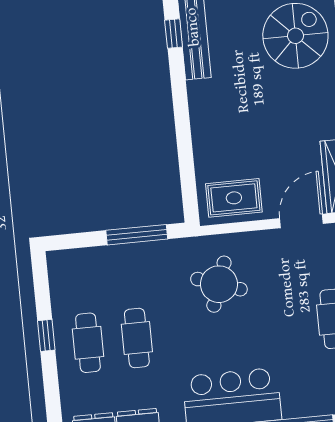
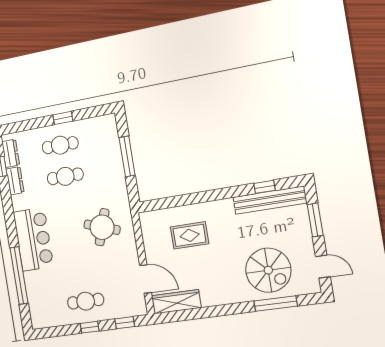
rug: (234, 198) -> (189, 235), moved, turned 90
window: (137, 235) -> (127, 156), moved

